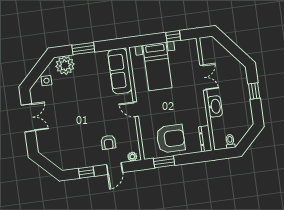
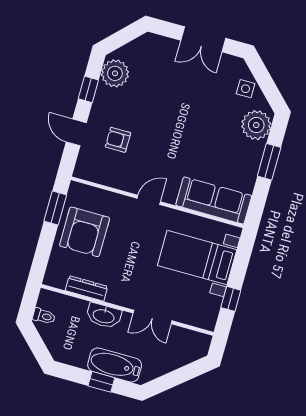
bathtub: (241, 88) -> (115, 365), added
dresser: (205, 139) -> (86, 288), moved
plant: (132, 157) -> (115, 73), moved, width x1.87, depth x1.87

